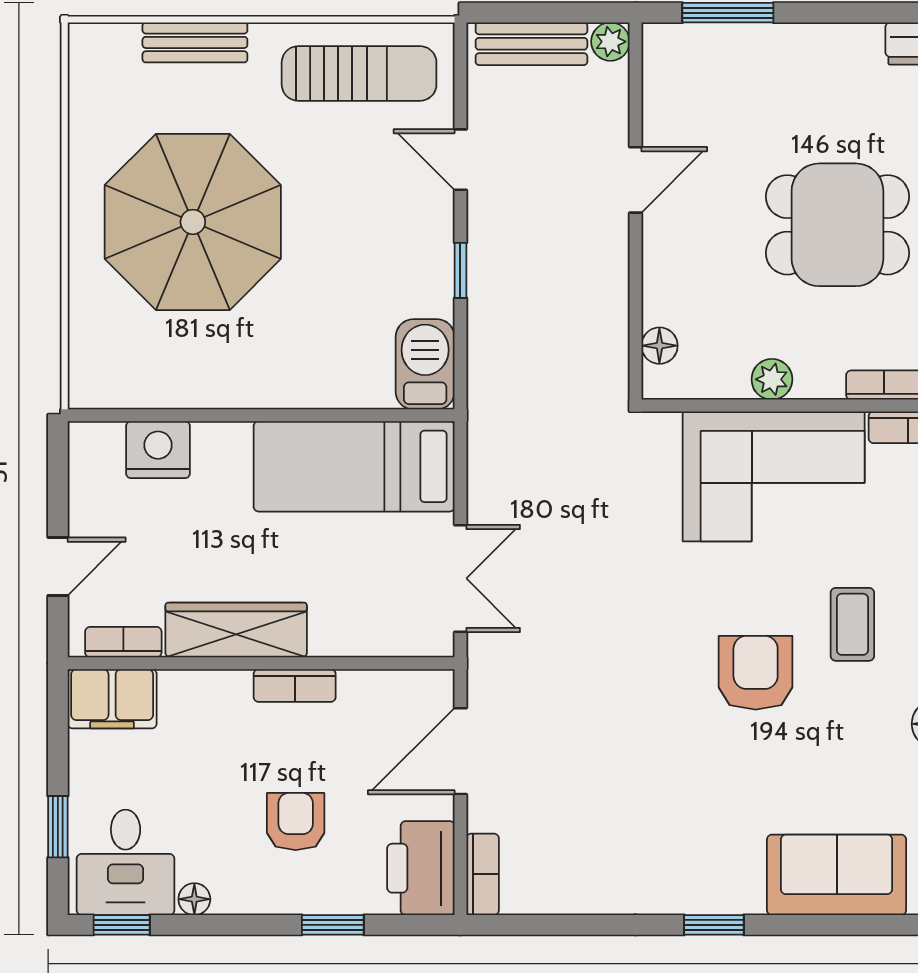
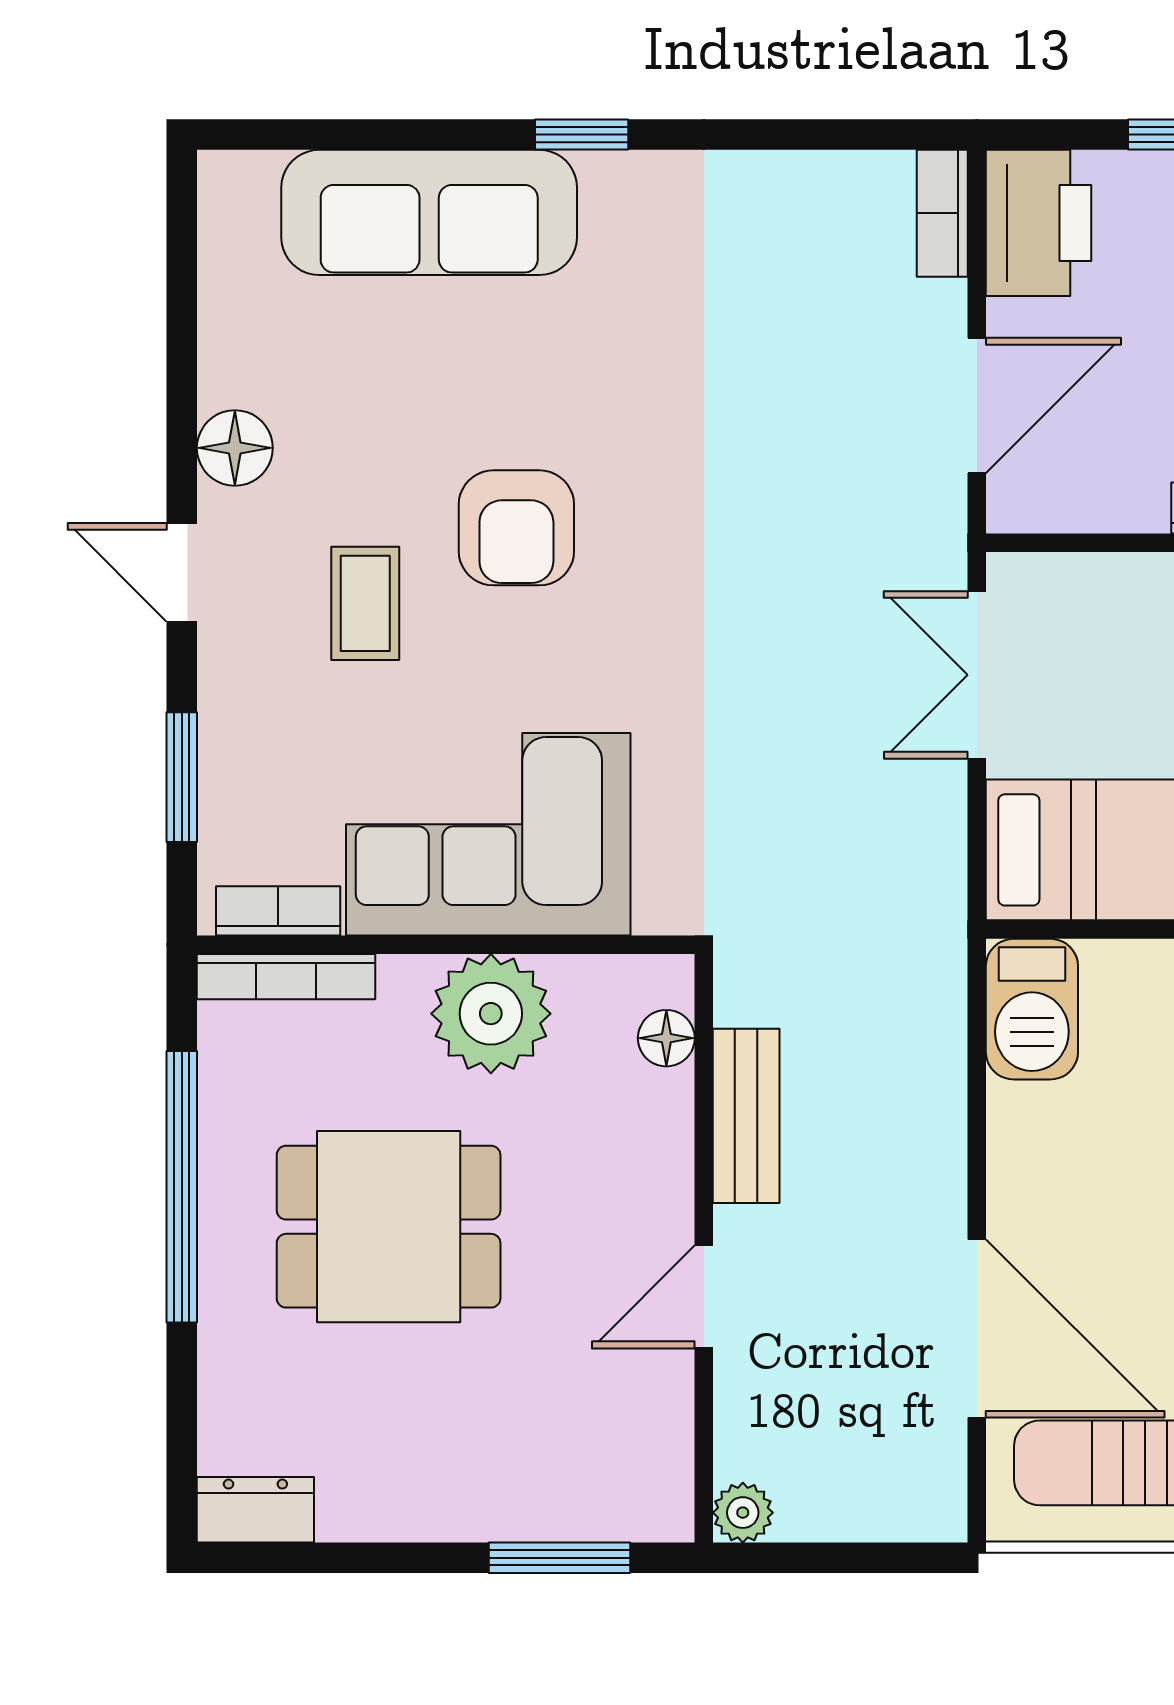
bench: (531, 44) -> (746, 1116), moved, turned 90
door: (460, 160) -> (977, 1328), width x1.87
window: (460, 270) -> (977, 1156), removed
plant: (772, 379) -> (491, 1014), width x1.88, depth x1.88
sofa: (837, 875) -> (429, 212), width x1.36

